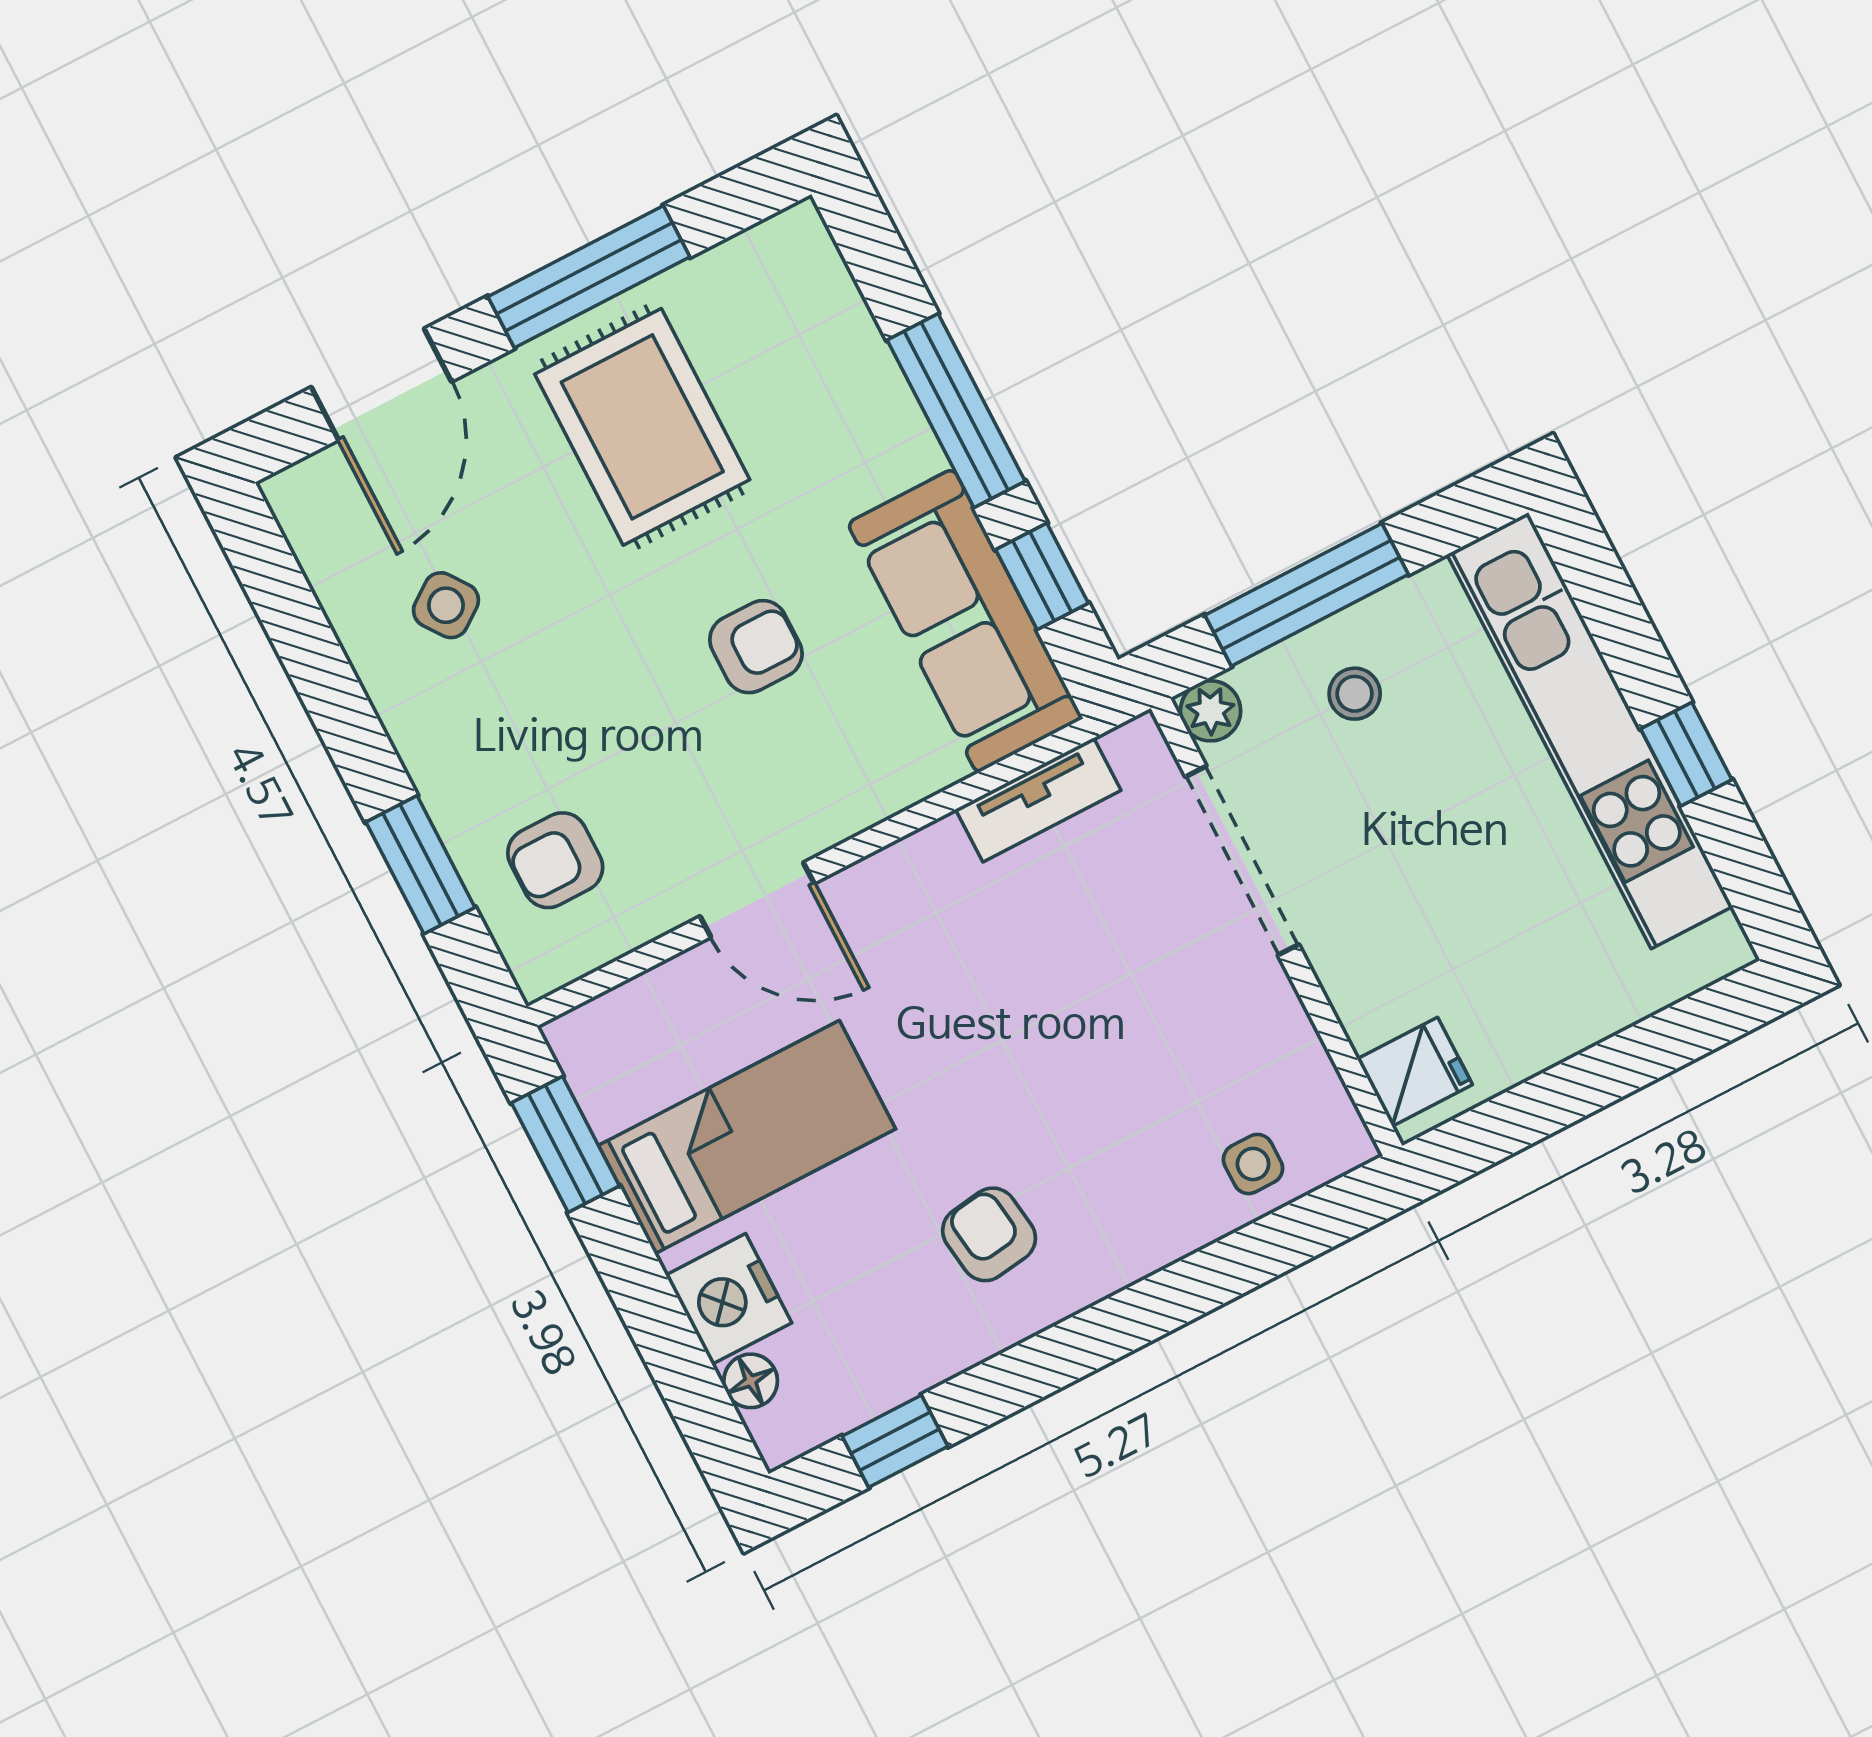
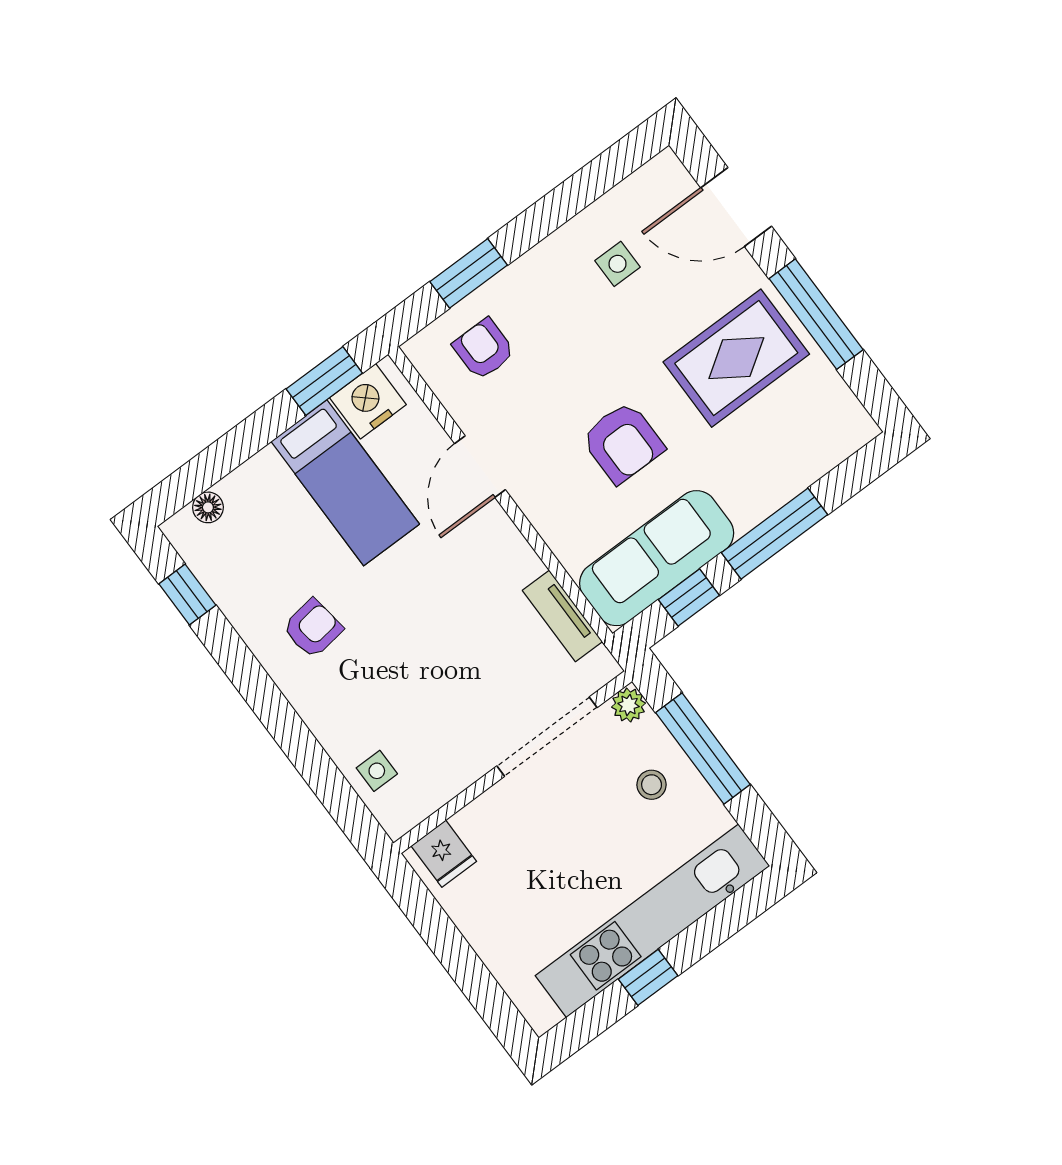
side table: (446, 605) -> (618, 264), turned 36
armchair: (756, 647) -> (623, 443), width x1.38, depth x1.38
nightstand: (729, 1299) -> (368, 401), moved

